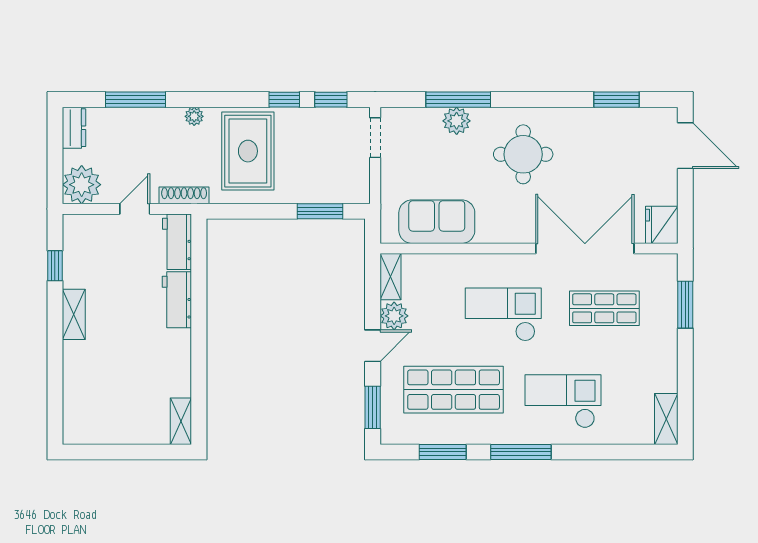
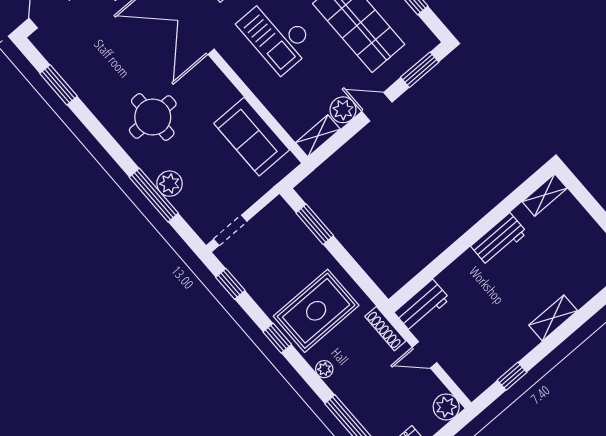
window: (284, 100) -> (277, 338), moved
plant: (82, 185) -> (446, 407), width x0.73, depth x0.73
workbench: (177, 300) -> (499, 239), moved
shelving: (74, 314) -> (553, 318), moved

